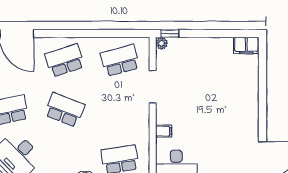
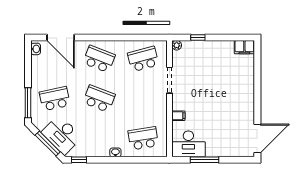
window: (170, 34) -> (198, 38), moved
school desk: (65, 60) -> (99, 59), turned 39

